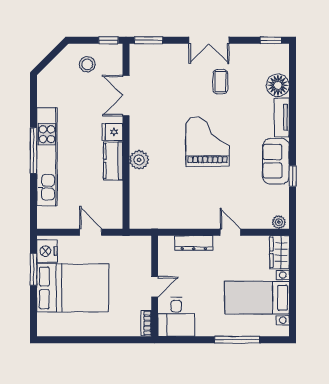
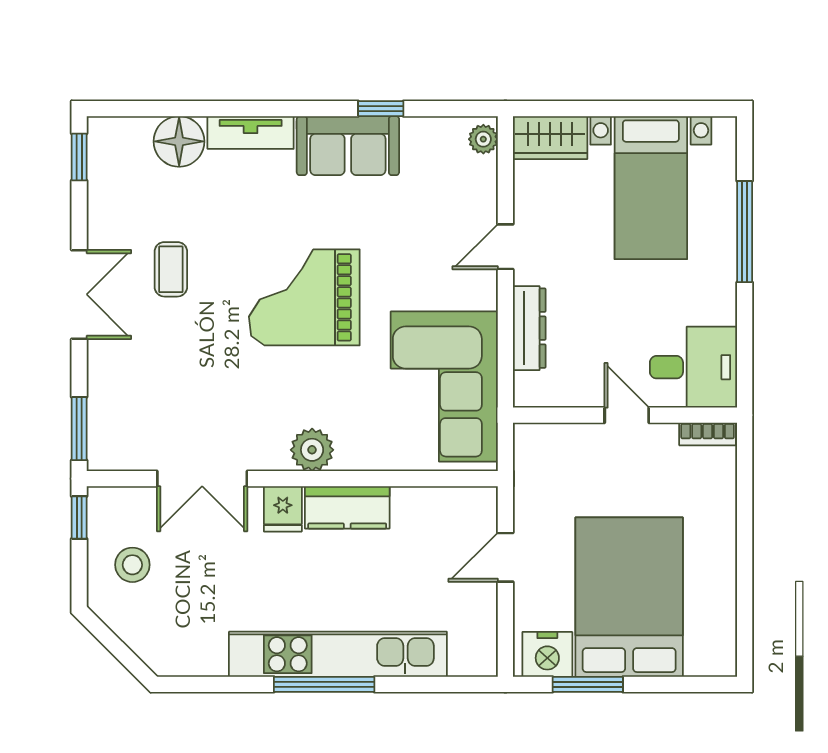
coffee table: (220, 82) -> (171, 269), turned 90
plant: (139, 160) -> (312, 450), moved
corner sofa: (167, 205) -> (444, 387), added

